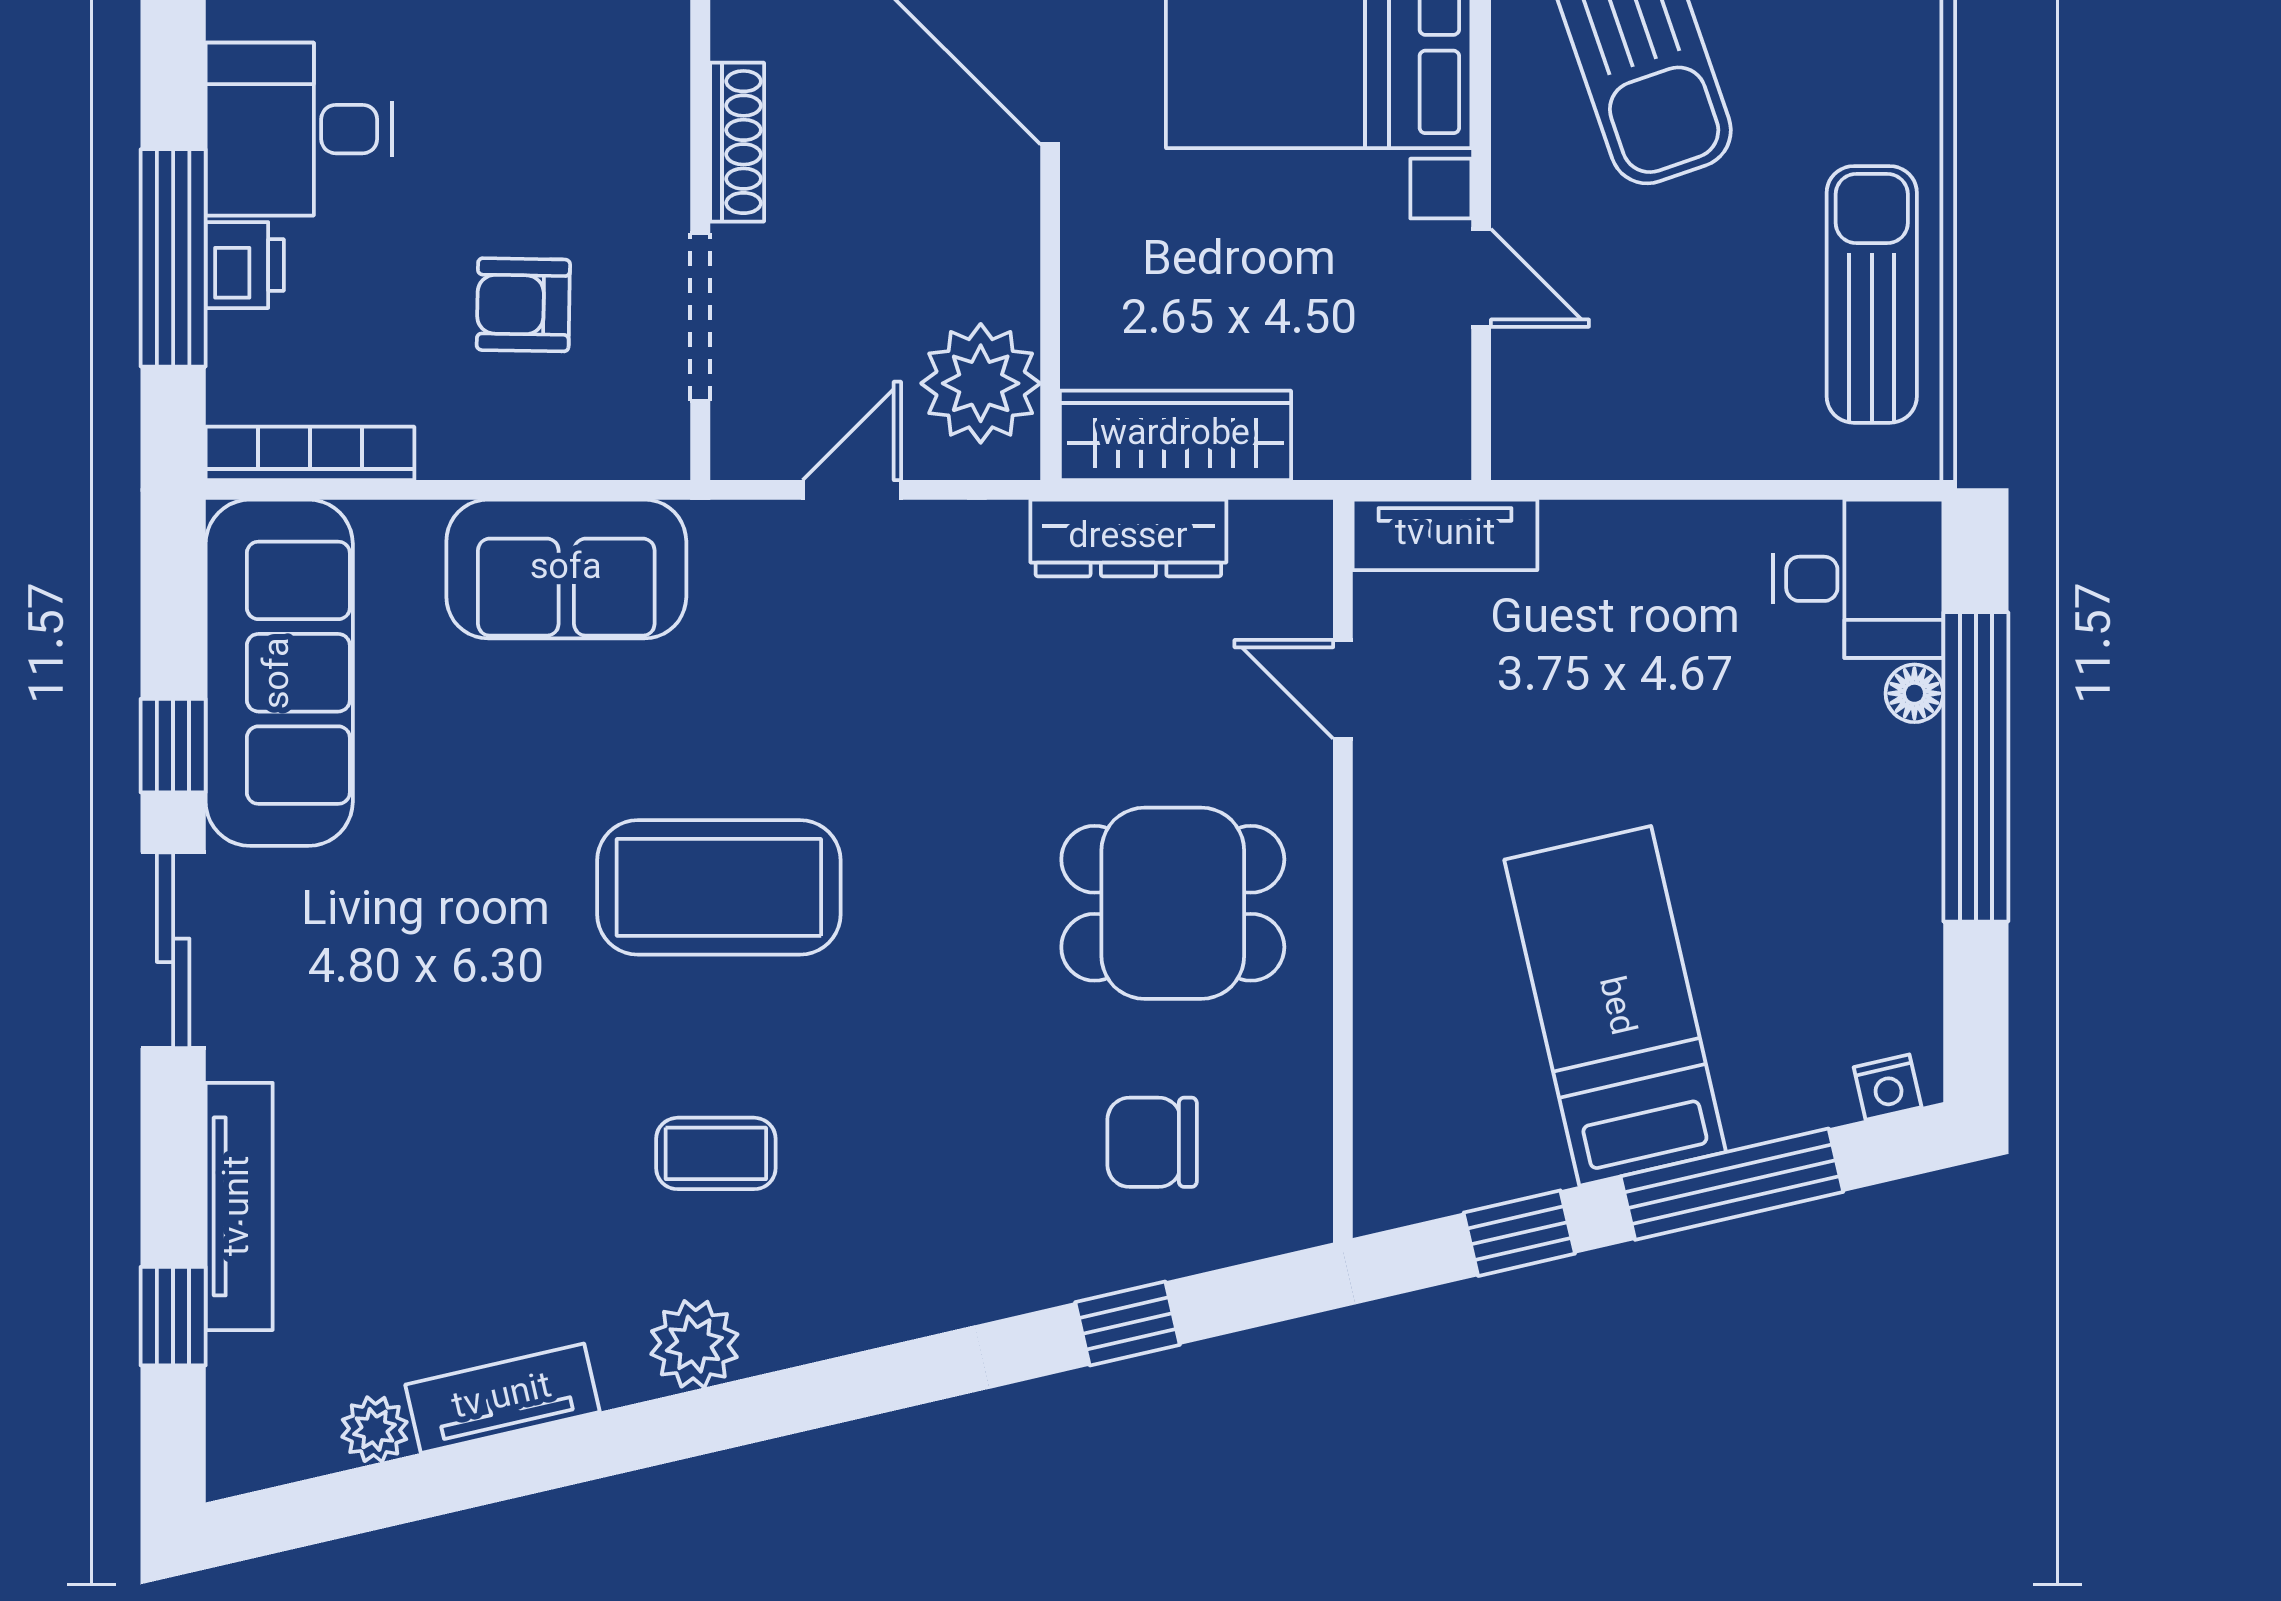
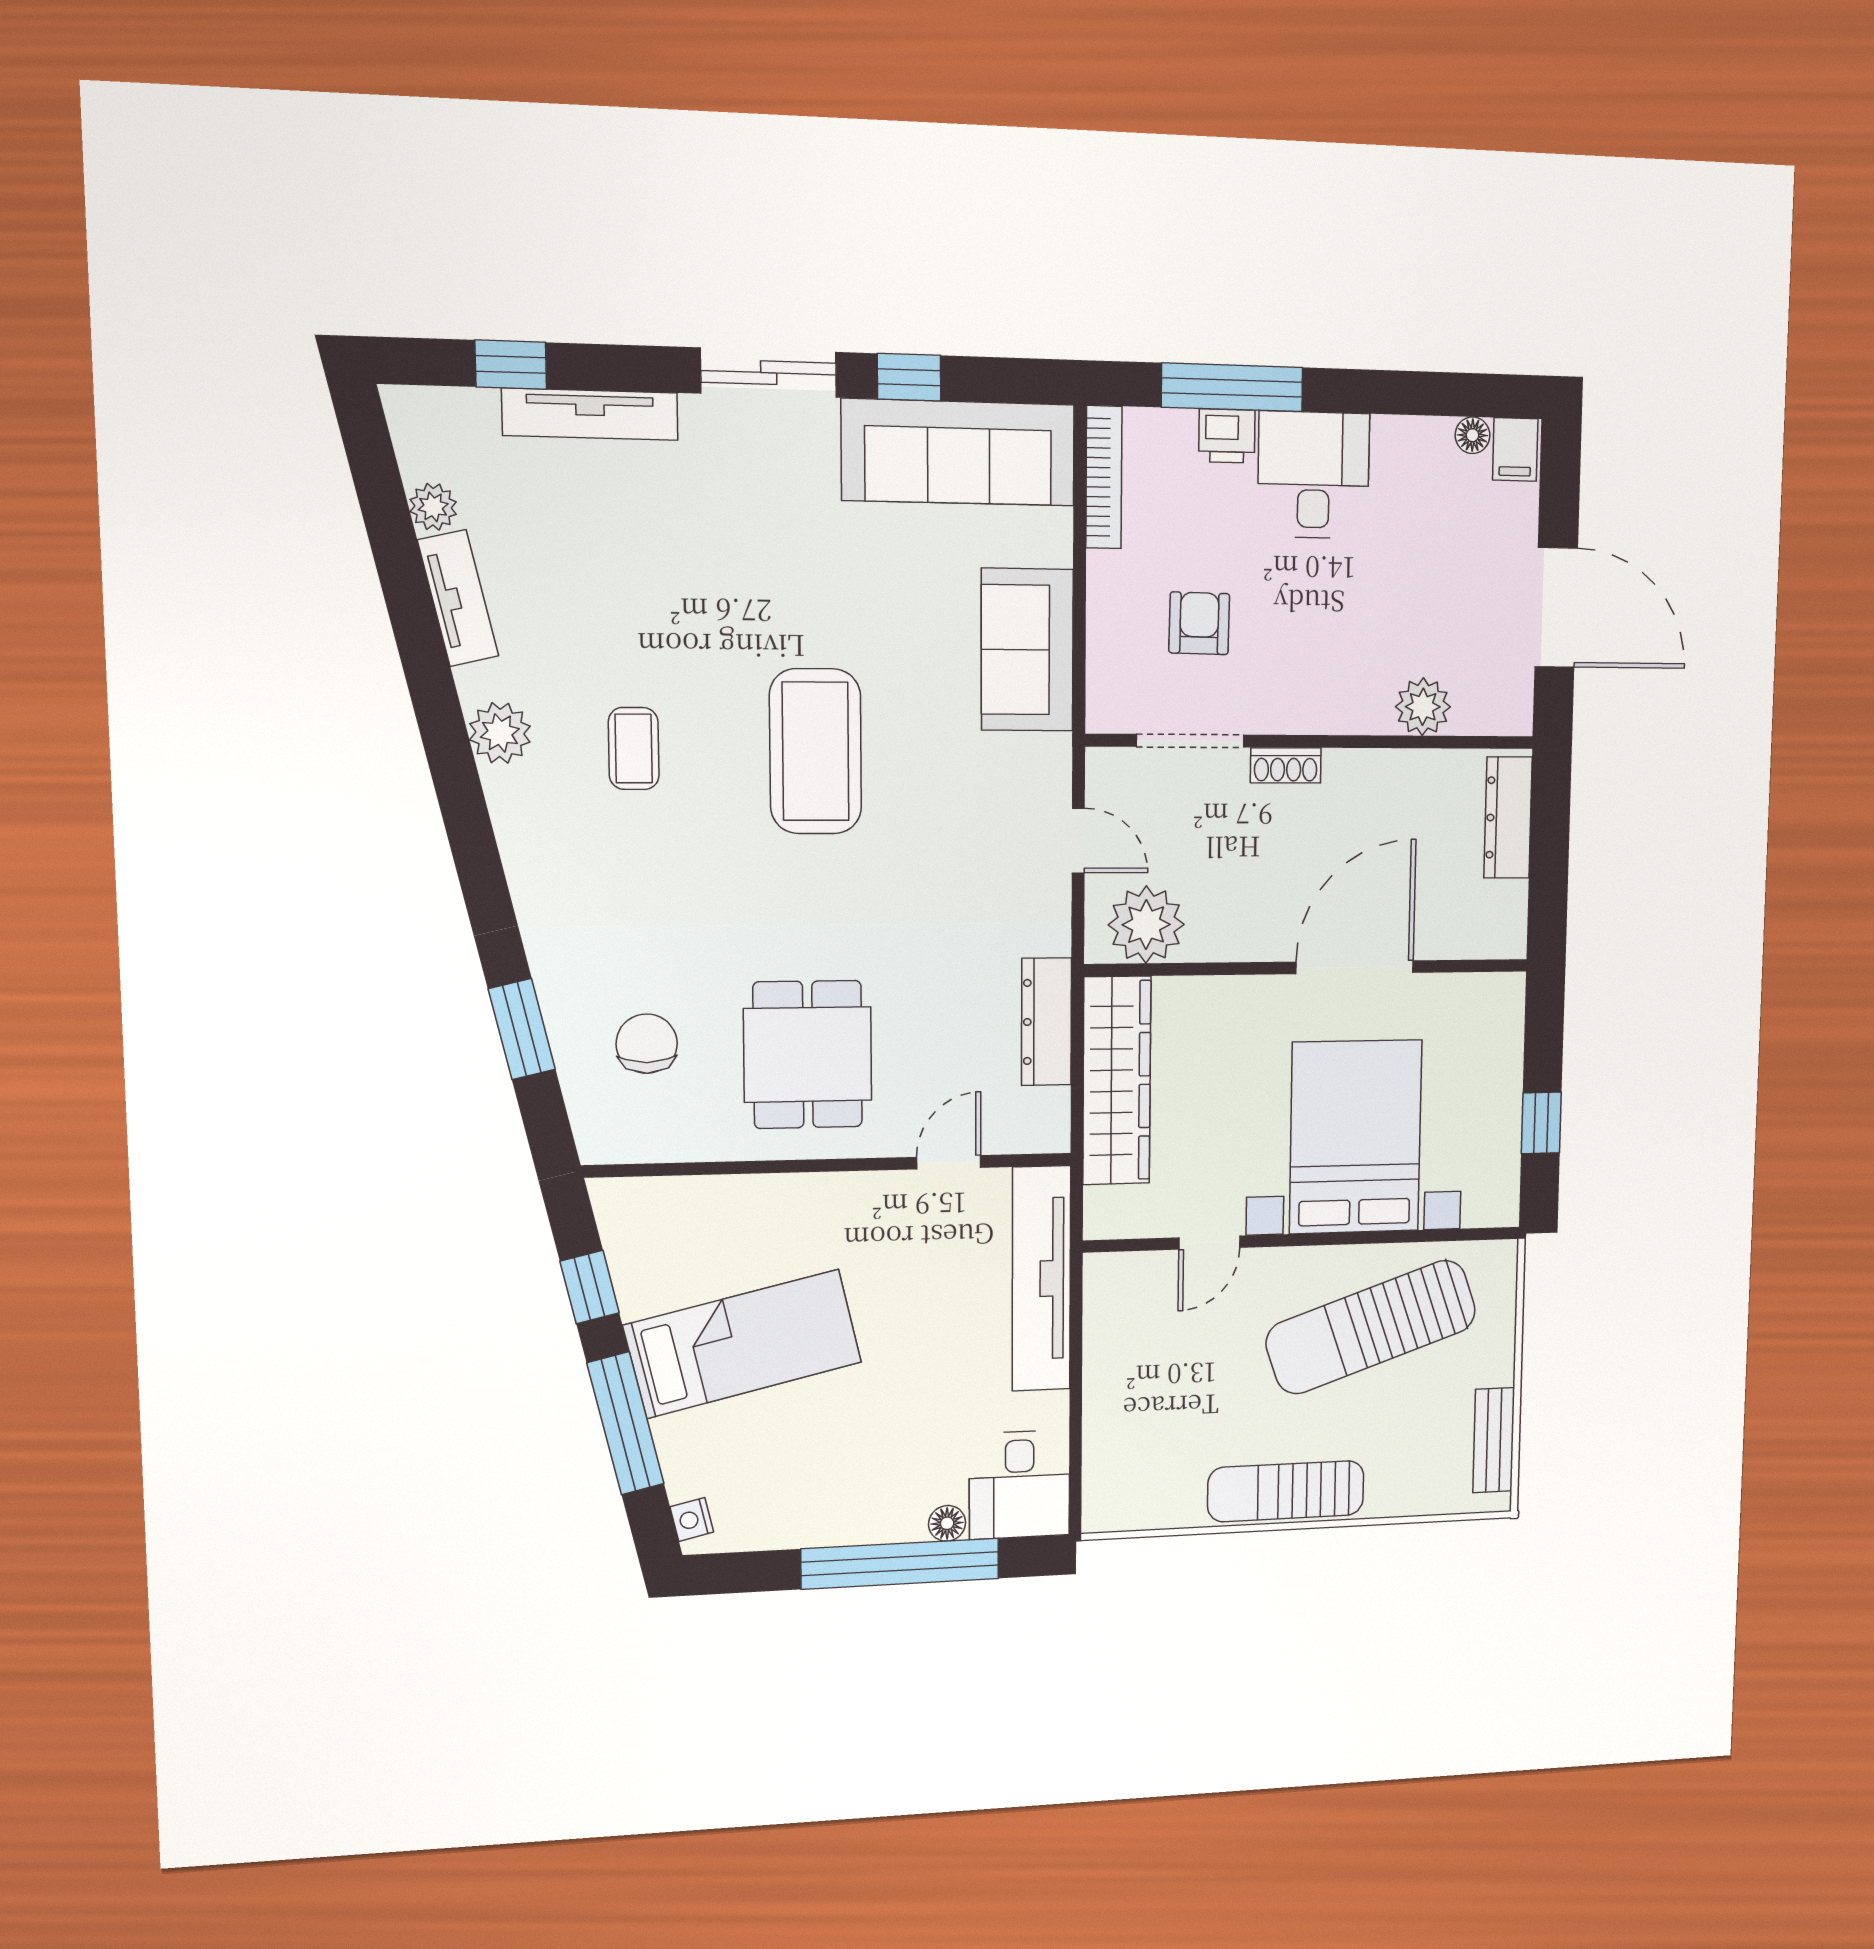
shoe rack: (737, 142) -> (1286, 765), width x0.70
sun lounger: (1872, 294) -> (1286, 1491), moved, turned 180
wardrobe: (1175, 435) -> (1117, 1081), width x1.40, depth x1.17
tv unit: (1445, 535) -> (1041, 1279), width x1.92, depth x1.29
window: (1128, 1323) -> (522, 1029), width x1.50

